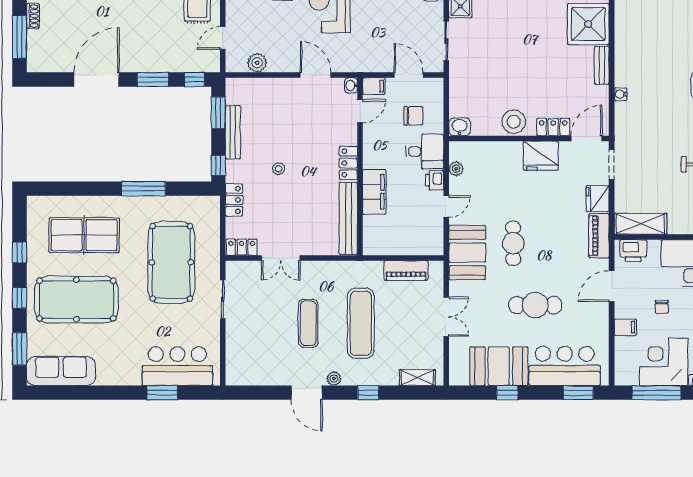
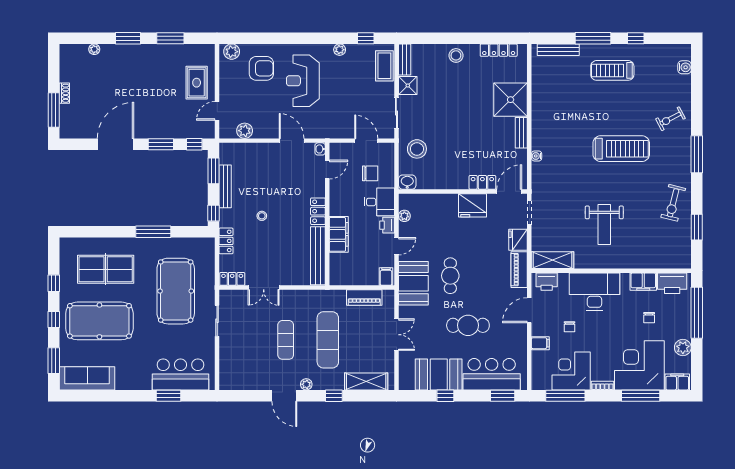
filing cabinet: (374, 86) -> (386, 277), moved, turned -90
stool: (514, 122) -> (417, 149), moved
shelving: (417, 378) -> (366, 381), width x1.50, depth x1.33

